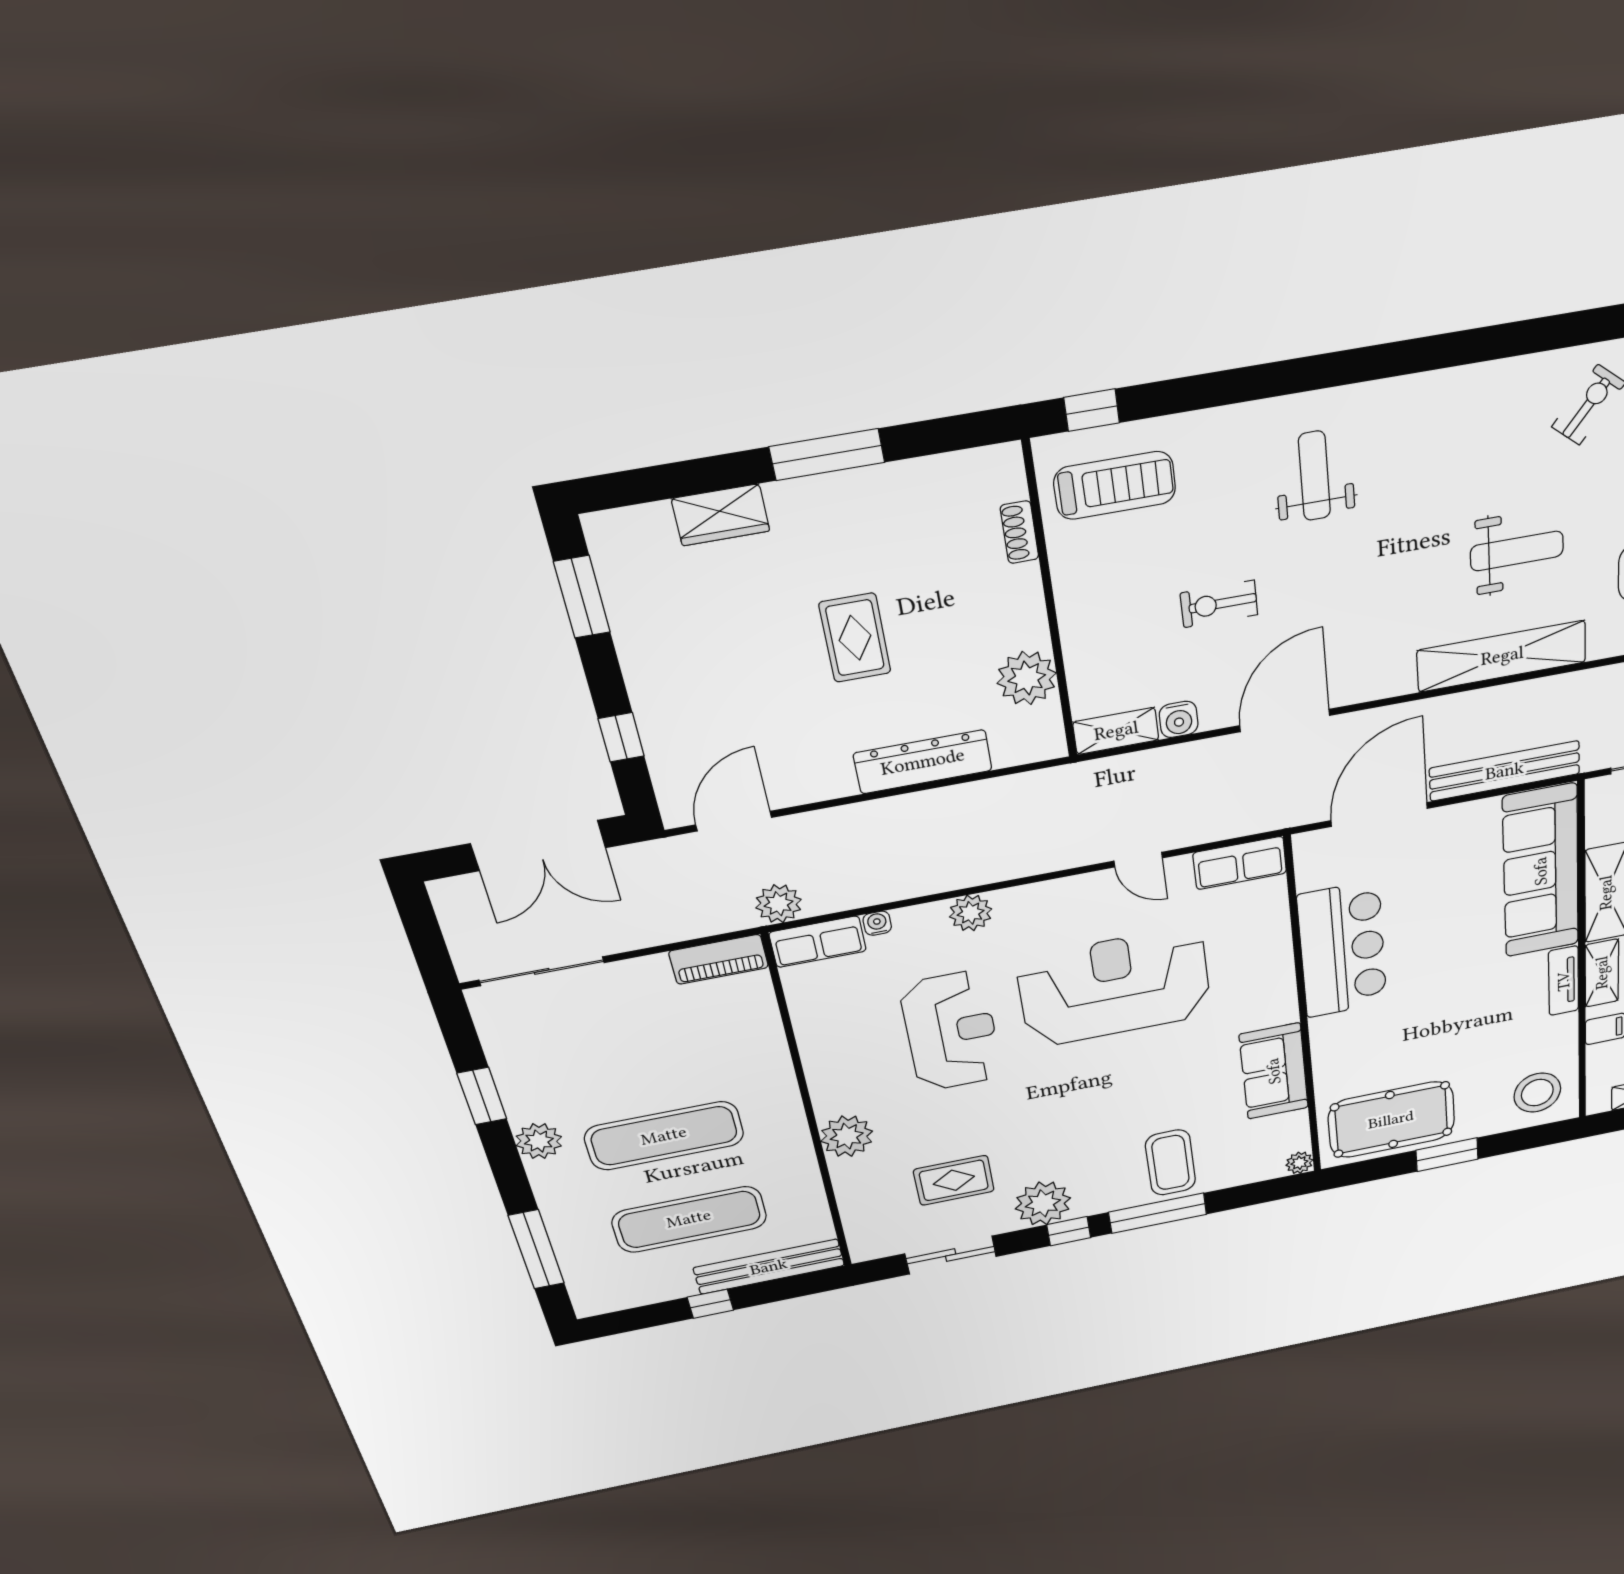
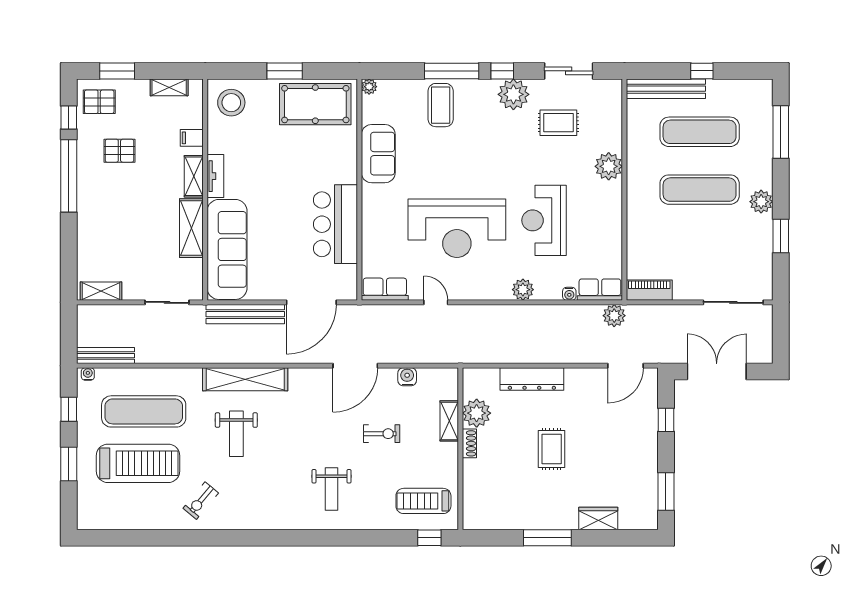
shoe rack: (1019, 532) -> (469, 443), moved
weight bench: (1517, 551) -> (236, 434), turned -90
shelving: (1116, 731) -> (449, 421), moved, turned 90

